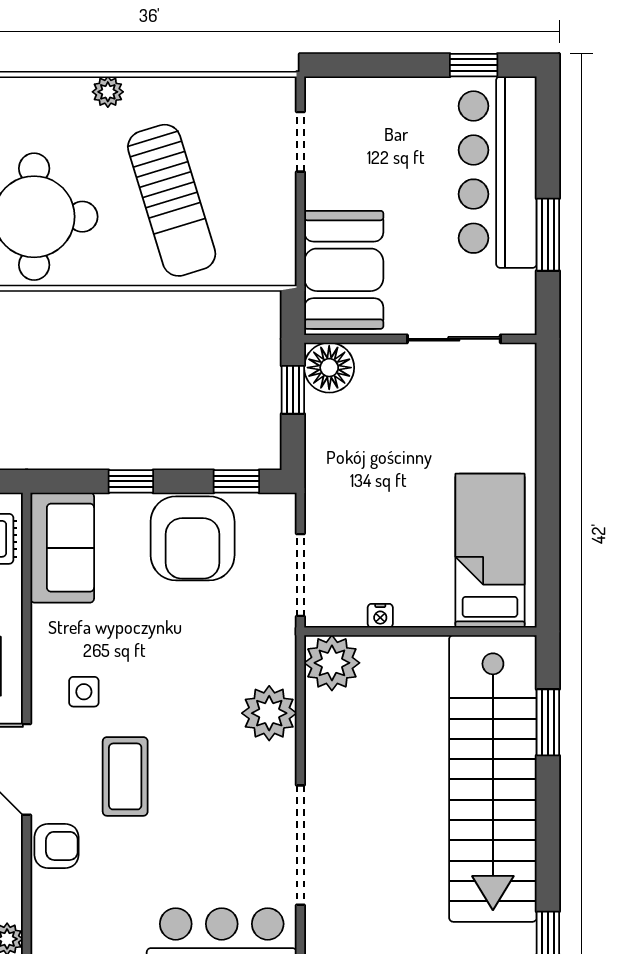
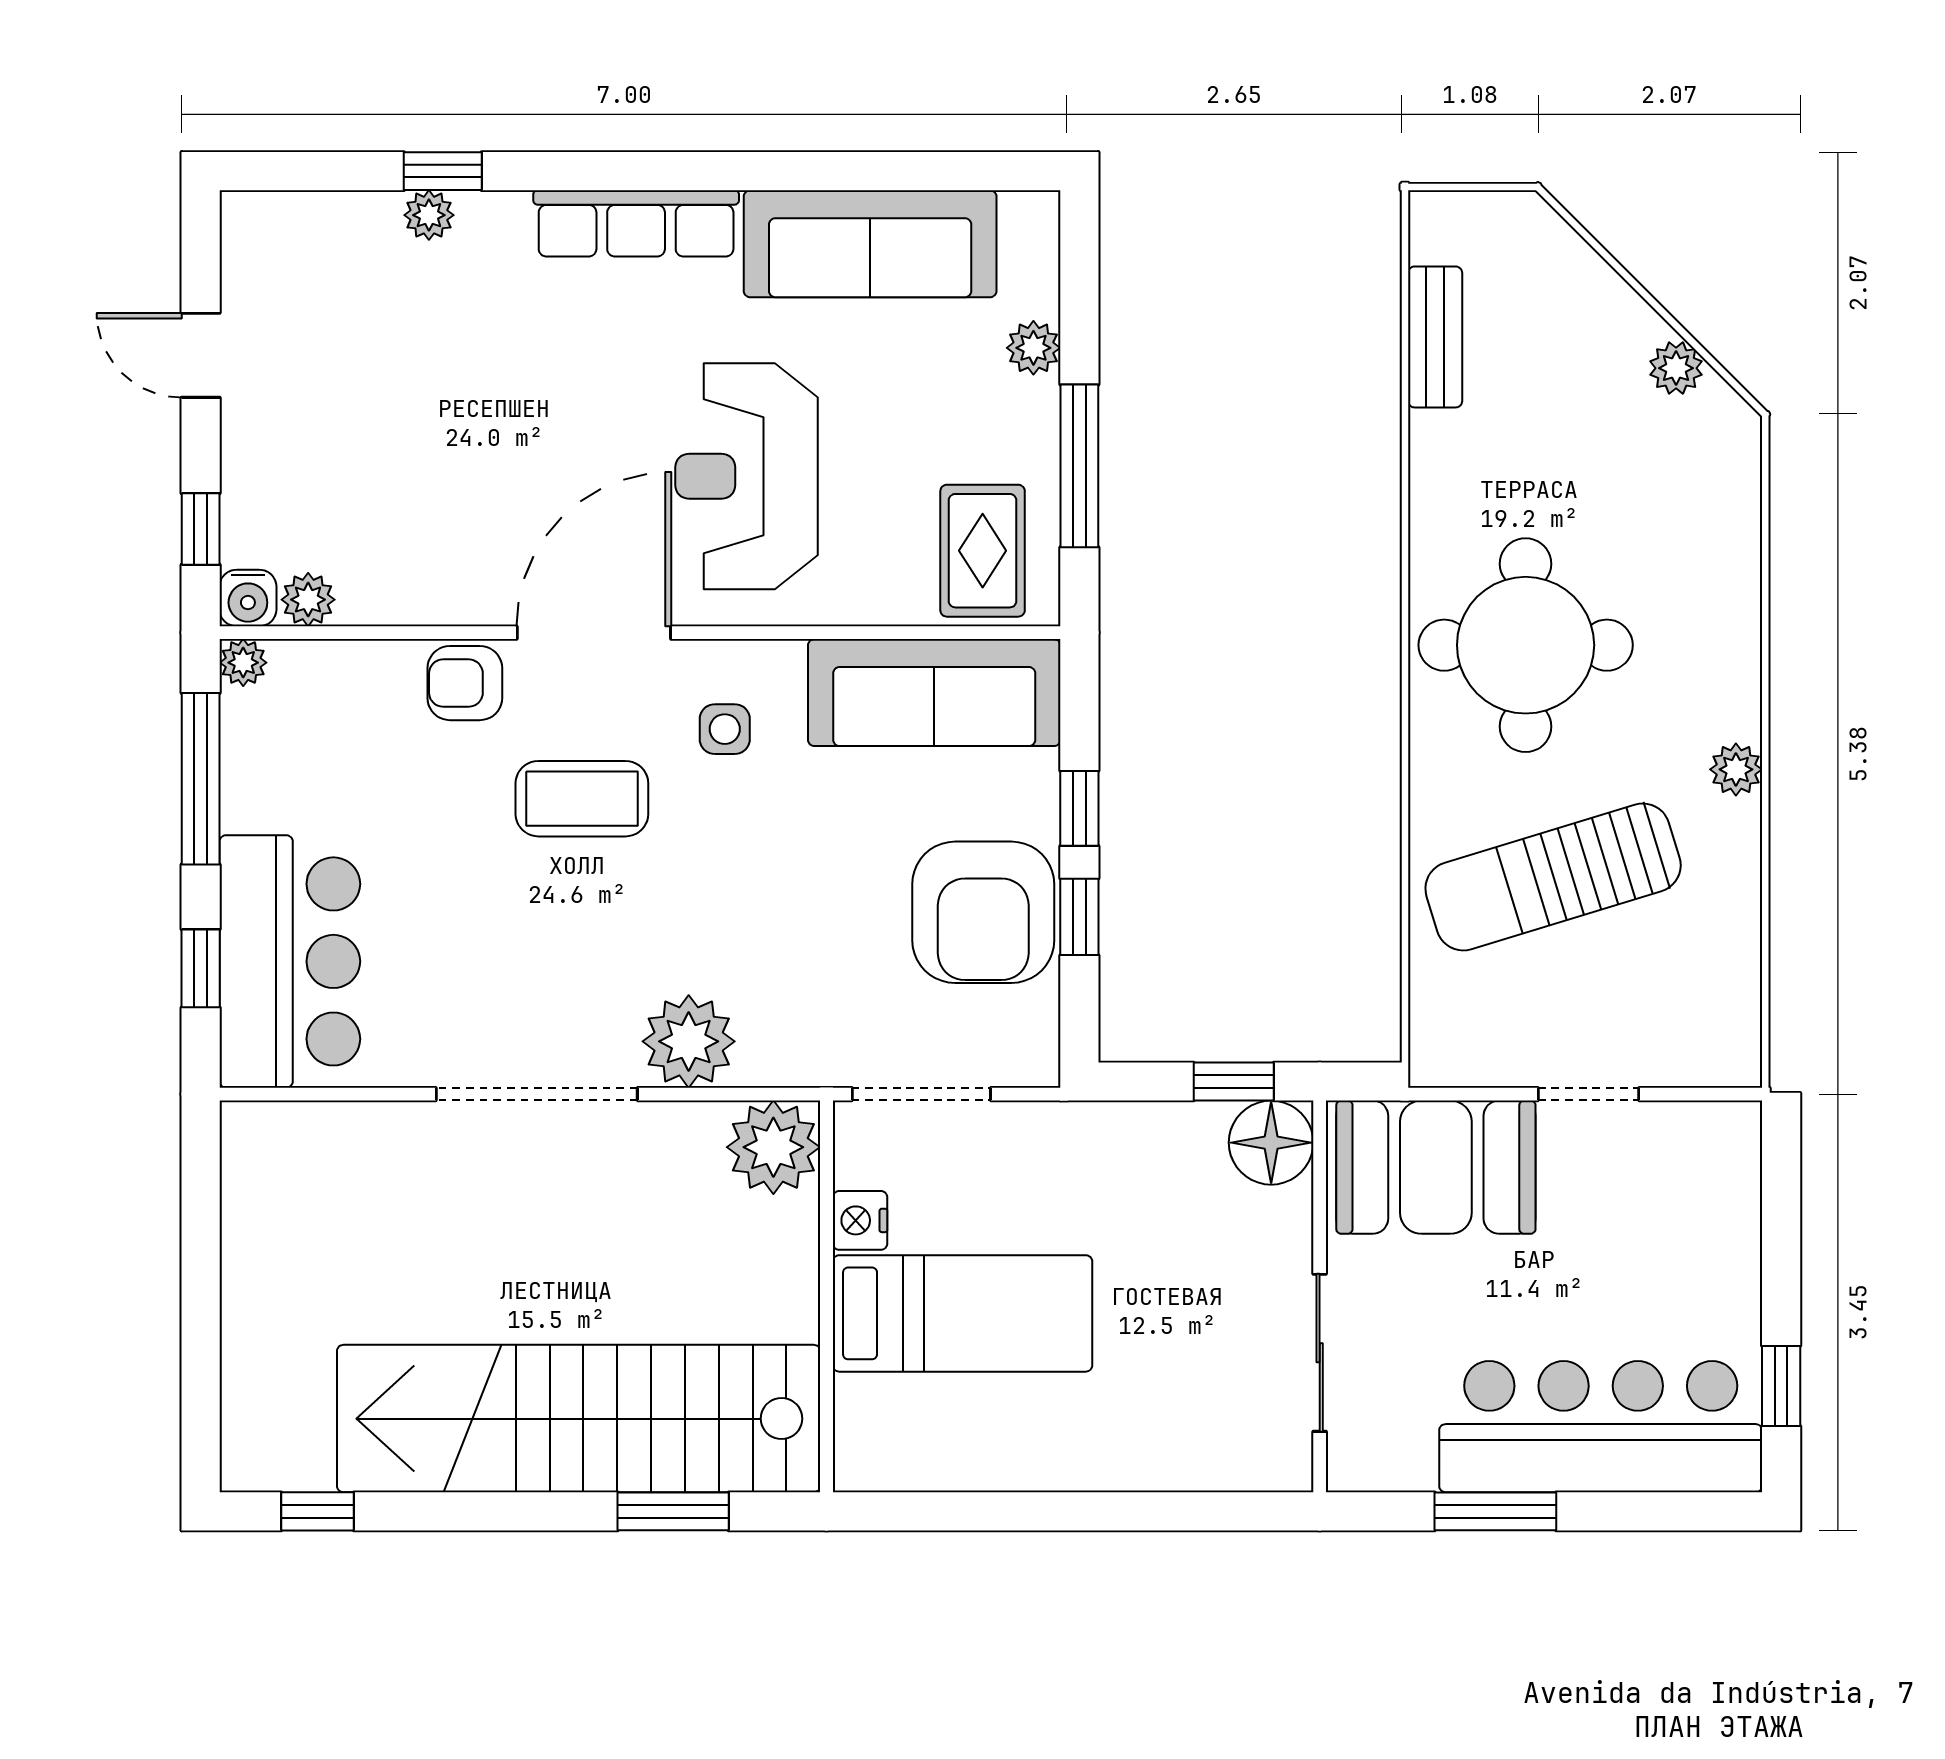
doorway: (300, 142) -> (1589, 1094), moved
window: (236, 481) -> (1079, 917), moved
armchair: (193, 538) -> (983, 912), turned -90
sofa: (62, 548) -> (934, 693), width x1.36
bed: (490, 551) -> (963, 1313), moved
nightstand: (380, 616) -> (860, 1220), width x1.39, depth x1.35
doorway: (300, 845) -> (537, 1094), moved
armchair: (57, 846) -> (465, 683), turned 90

